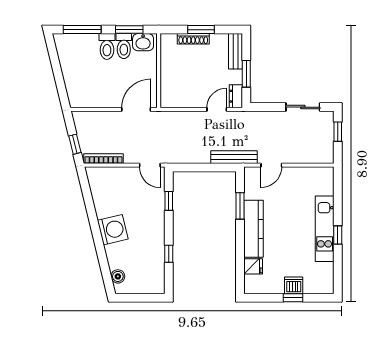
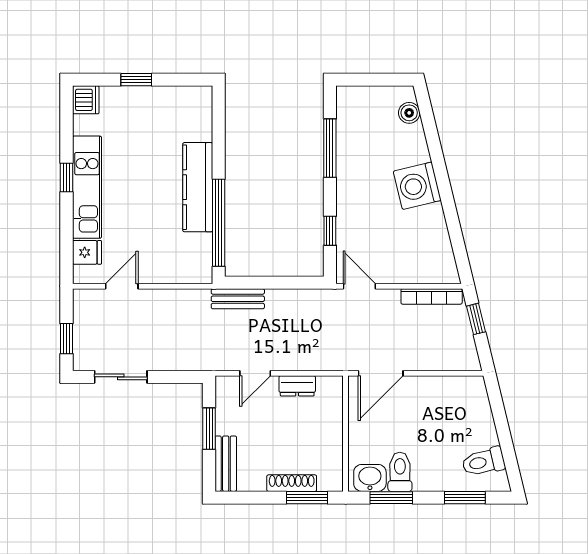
window: (82, 30) -> (465, 498), width x0.69
window: (201, 30) -> (307, 498), moved
toilet: (107, 46) -> (483, 462), moved, turned -104
dresser: (236, 96) -> (297, 386), moved, turned 90
bench: (234, 157) -> (238, 299), width x0.73
door: (271, 165) -> (122, 286), moved
window: (240, 206) -> (219, 223), width x2.11
window: (169, 254) -> (330, 148), width x2.17
fridge: (253, 266) -> (87, 252), moved, turned 180
dishwasher: (294, 285) -> (86, 100), moved, turned -90

